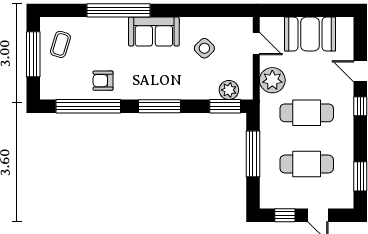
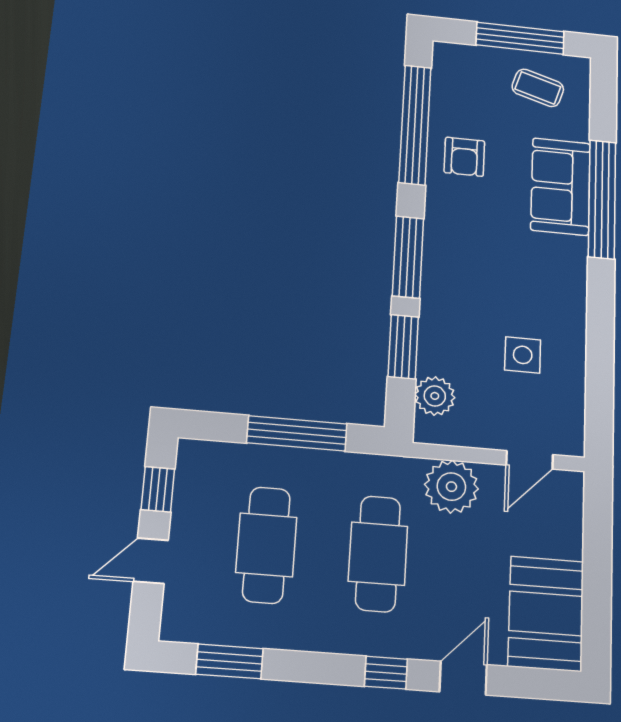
sofa: (154, 32) -> (561, 186), moved
booth: (310, 34) -> (546, 613), moved
side table: (204, 48) -> (523, 355), turned 45
armchair: (103, 81) -> (464, 157), turned 180
window: (225, 106) -> (403, 347), moved

